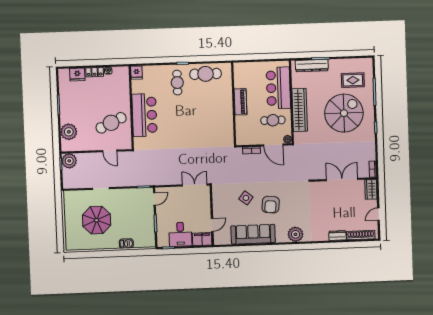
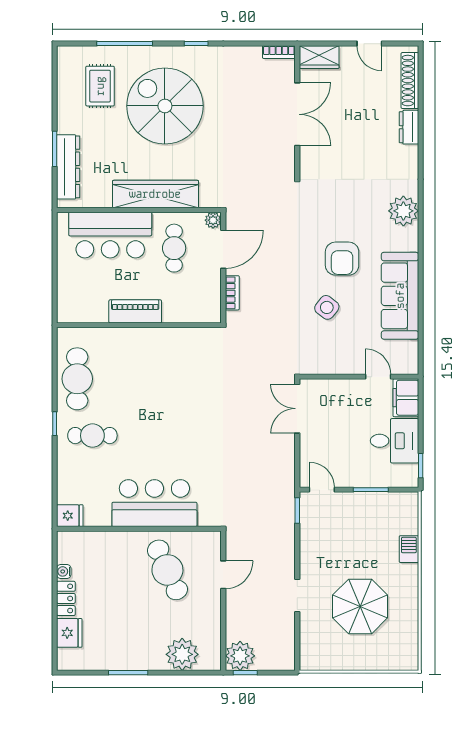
double door: (342, 180) -> (297, 114), swing flipped
armchair: (271, 205) -> (342, 259), turned 84

